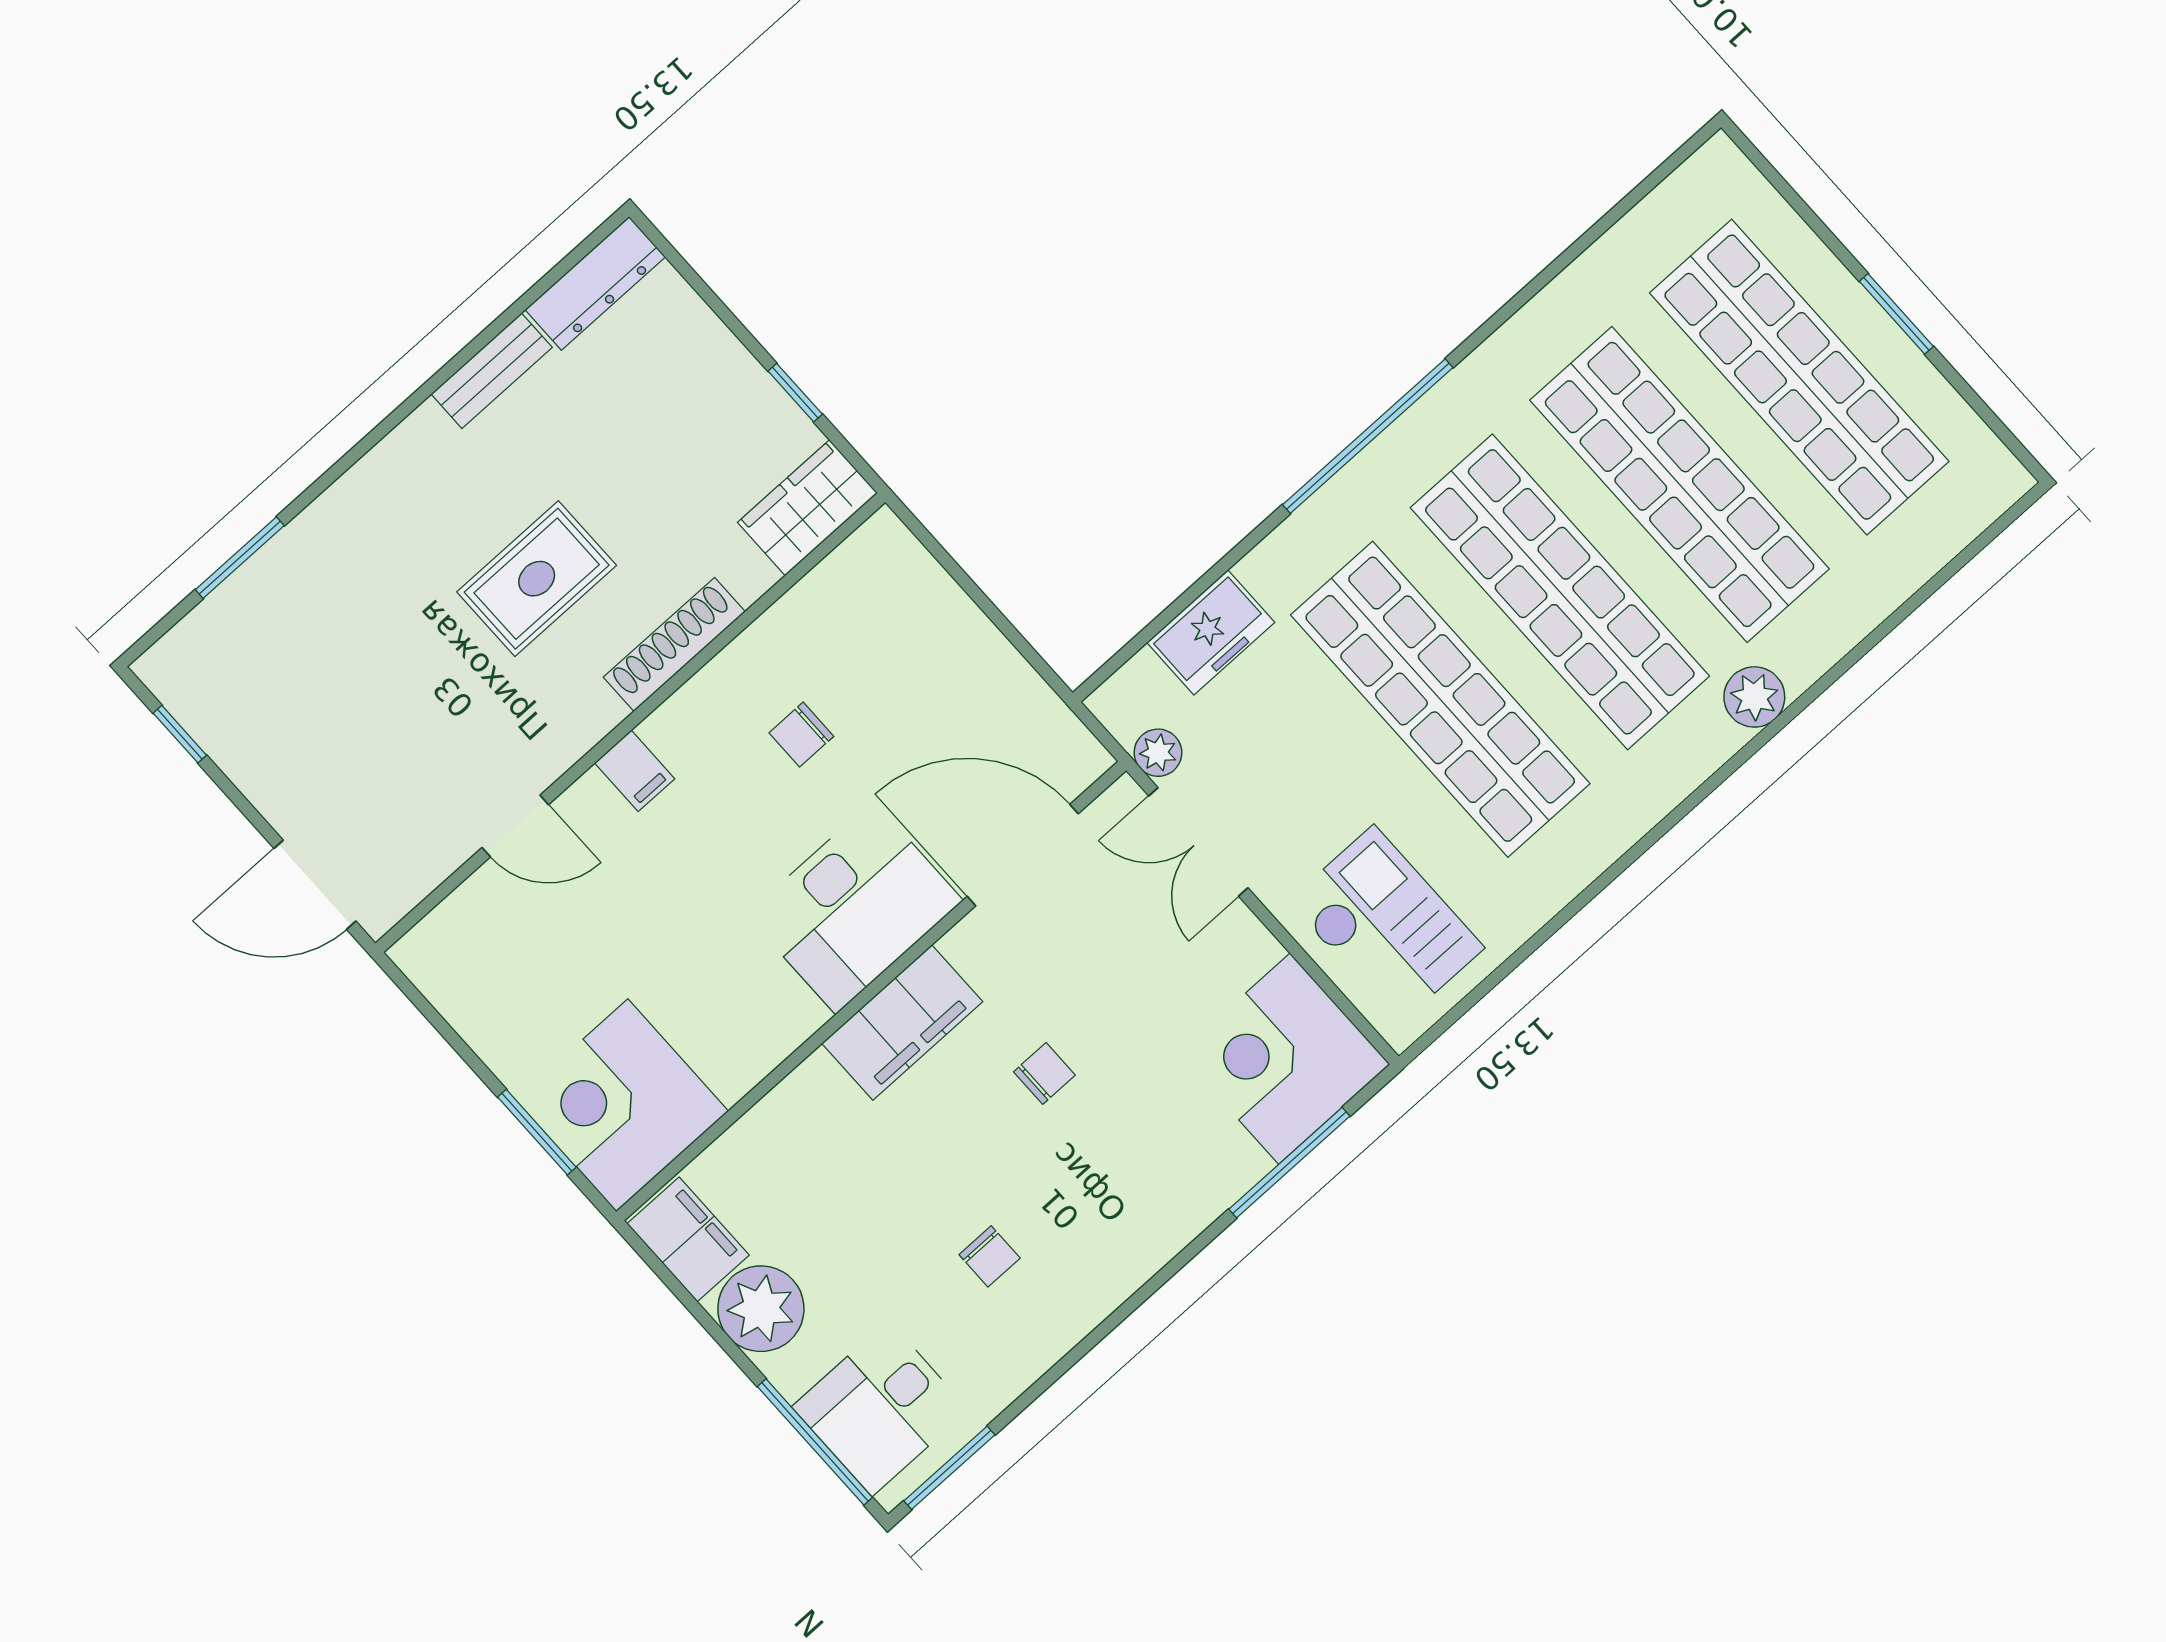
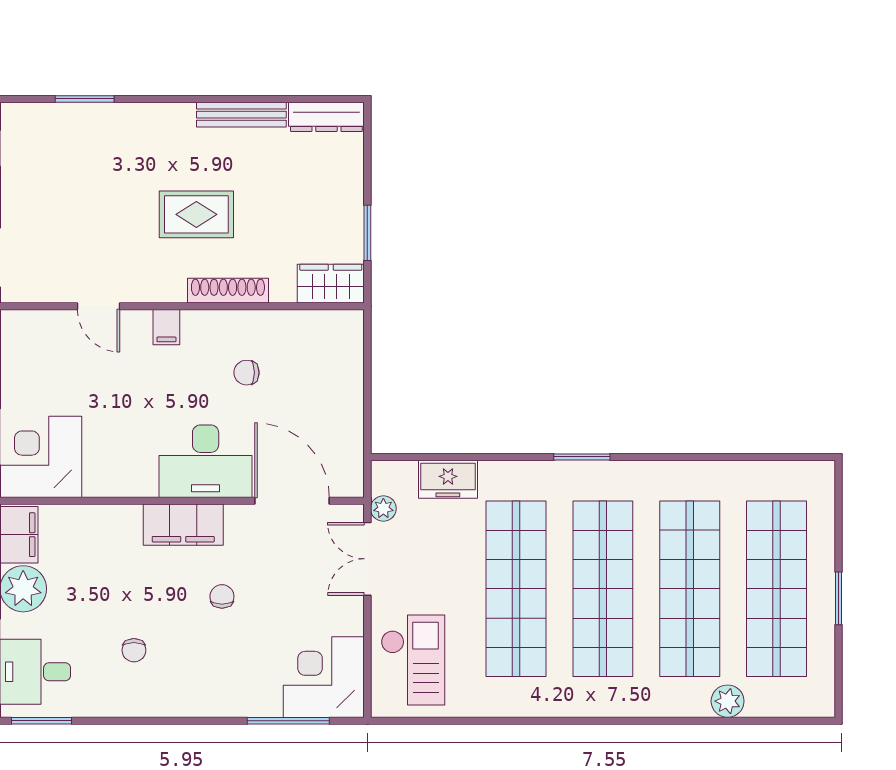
bench: (492, 371) -> (241, 115), width x1.36
window: (795, 393) -> (367, 233), width x1.50
window: (1368, 436) -> (582, 457), width x0.47
plant: (1754, 697) -> (728, 701), moved
chair: (1044, 1073) -> (222, 596), turned -90

